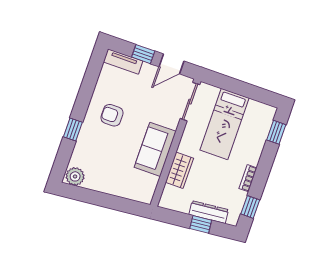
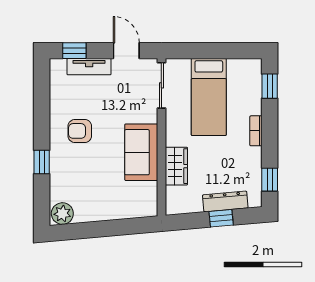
window: (143, 54) -> (74, 51), moved
tv unit: (123, 61) -> (89, 67), moved
door: (171, 64) -> (126, 51), swing flipped
bookcase: (248, 178) -> (256, 131), moved

